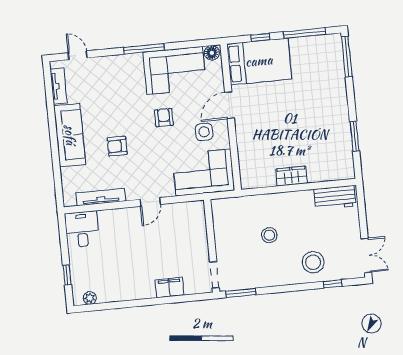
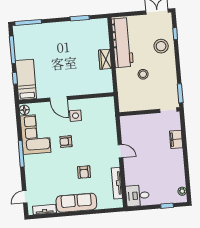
bed: (259, 61) -> (26, 80), width x0.67
corner sofa: (203, 172) -> (102, 116), removed
workbench: (335, 197) -> (122, 43), width x1.88, depth x1.32

